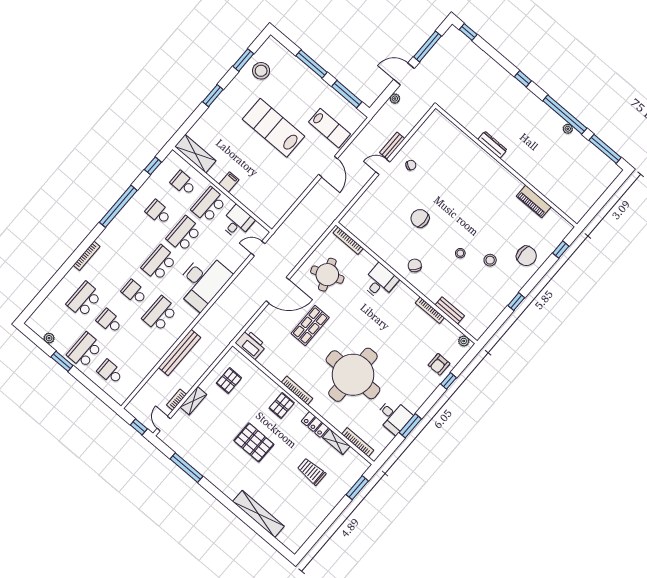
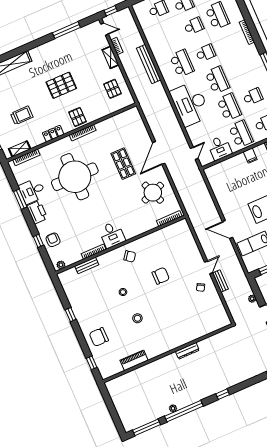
stool: (490, 260) -> (137, 318), moved
desk: (380, 282) -> (112, 235), moved
printer: (251, 344) -> (37, 212), moved, turned -90
shelving: (336, 442) -> (20, 149), moved

